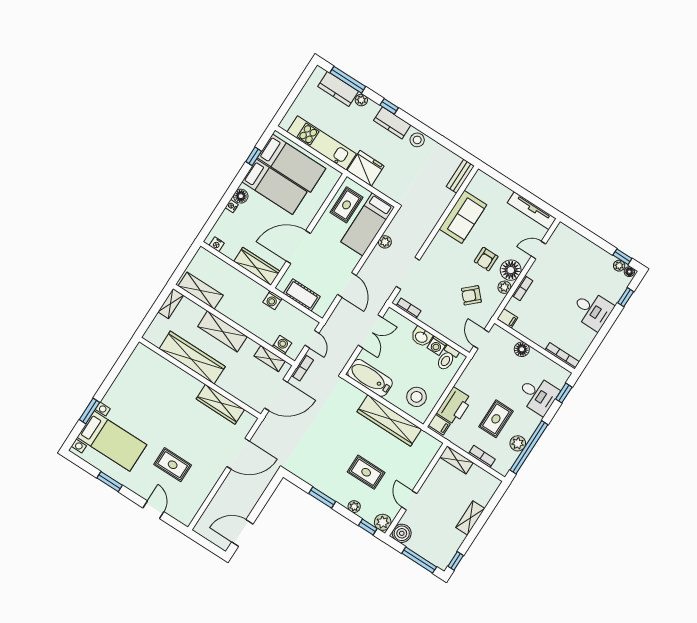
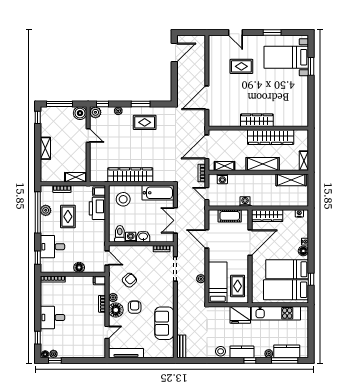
wardrobe: (220, 404) -> (257, 120), moved
rug: (366, 472) -> (145, 122), moved

